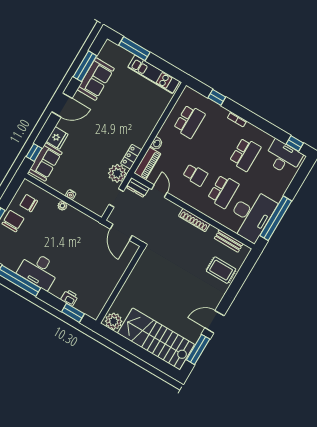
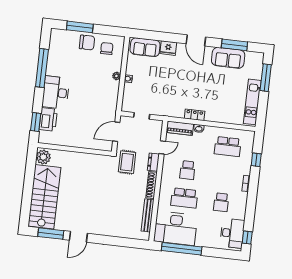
window: (34, 152) -> (149, 35), removed
school desk: (245, 154) -> (221, 202), width x0.54
locker: (131, 157) -> (195, 115), moved
plant: (117, 173) -> (161, 108), removed
dresser: (138, 188) -> (153, 162), moved
bench: (229, 241) -> (148, 215), width x1.36
desk: (39, 270) -> (56, 92), moved
rug: (221, 270) -> (127, 162), moved
printer: (69, 298) -> (48, 119), width x1.87, depth x1.48
door: (214, 322) -> (78, 237), swing flipped

